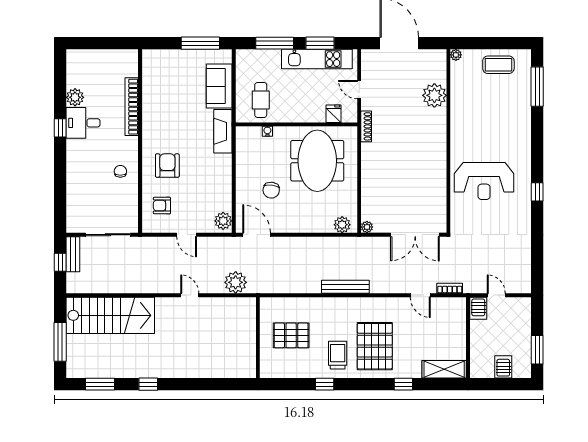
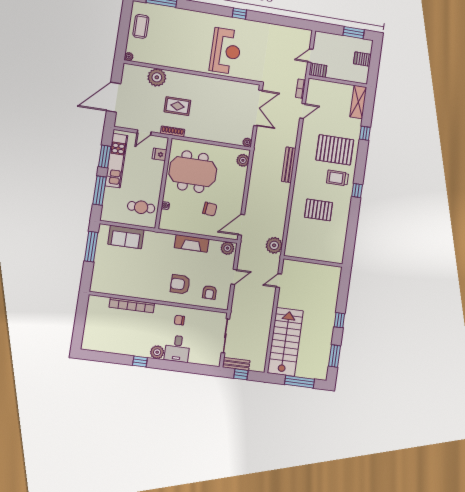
plant: (75, 97) -> (157, 352), moved
desk: (83, 123) -> (177, 349), moved
rug: (401, 128) -> (177, 106), added
fireplace: (223, 131) -> (192, 243), moved
pallet: (291, 335) -> (319, 210), turned 90
wall: (258, 338) -> (313, 261), moved

